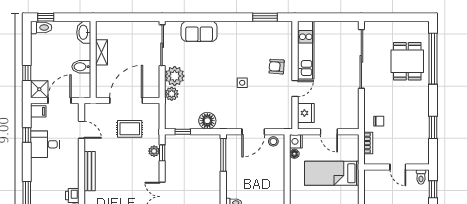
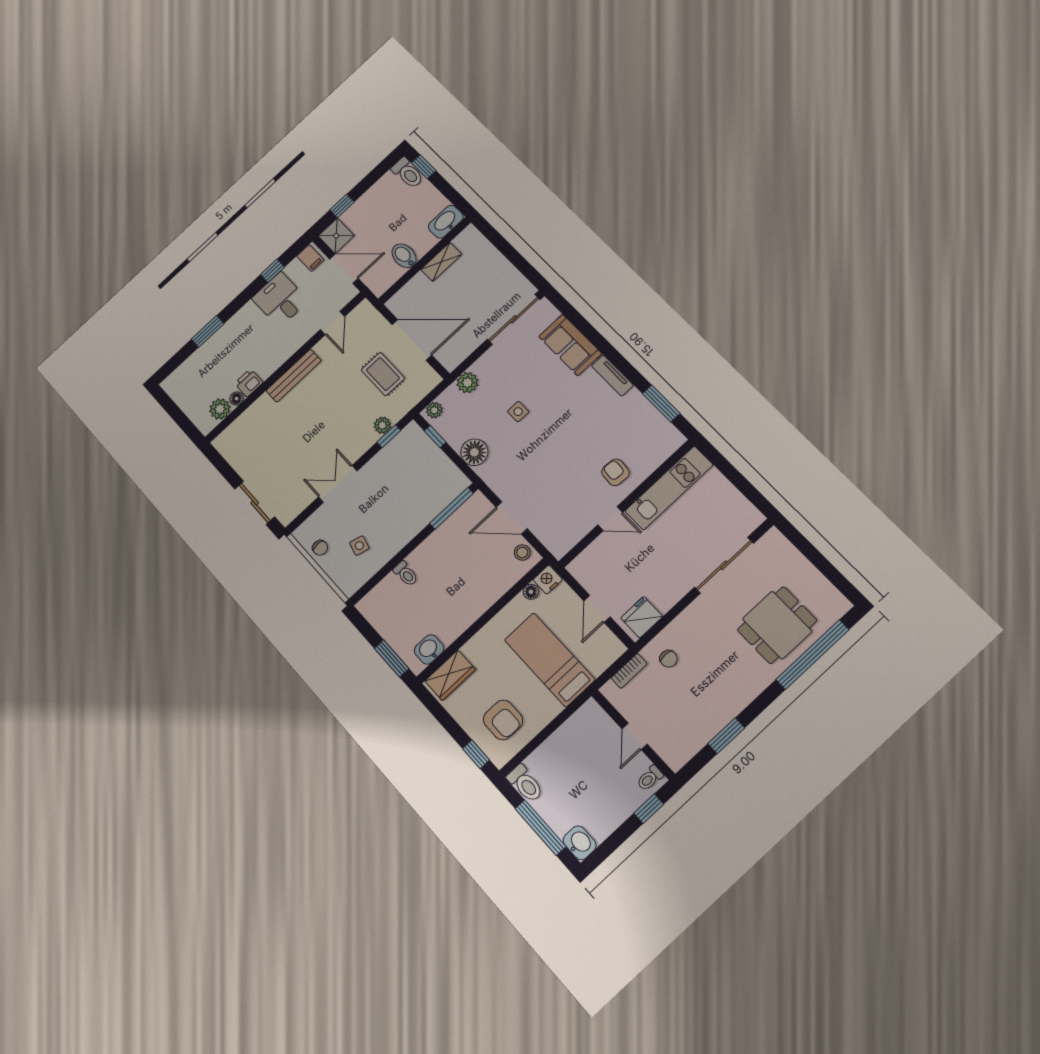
tv unit: (232, 26) -> (612, 376), added
sliding door: (361, 59) -> (724, 565), width x0.73
plant: (175, 76) -> (434, 410), moved, width x0.53, depth x0.53
side table: (242, 83) -> (518, 412), moved
fridge: (306, 113) -> (642, 617), moved, turned 180

